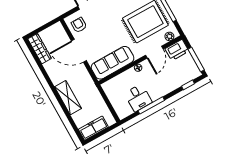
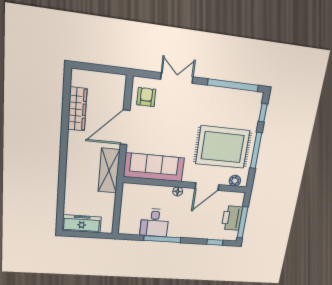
wardrobe: (40, 49) -> (77, 109), moved
printer: (177, 50) -> (232, 218), moved, turned 90
door: (79, 51) -> (125, 127), hinge flipped
shelving: (68, 98) -> (109, 171), moved

